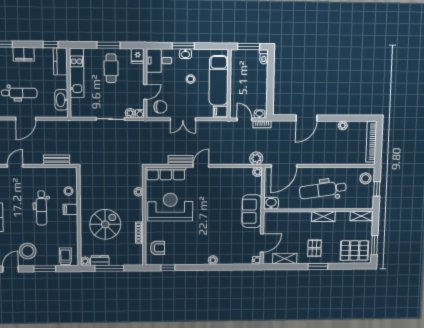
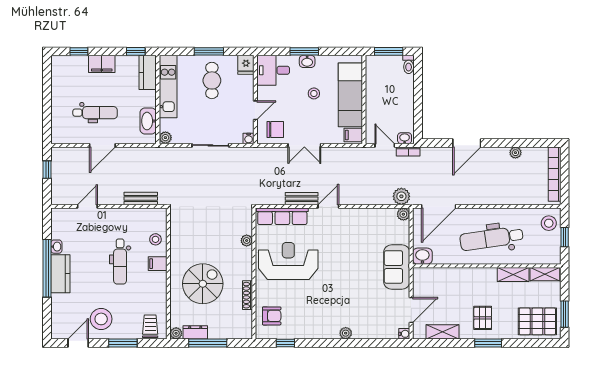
plant: (130, 113) -> (165, 138), moved
shelving: (323, 216) -> (513, 275), moved

